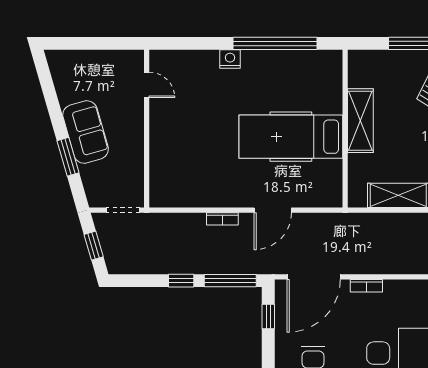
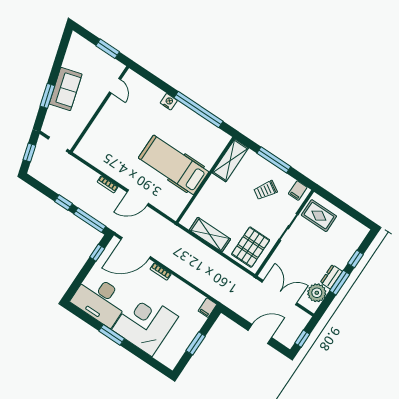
window: (105, 43) -> (108, 49), added
shelving: (360, 121) -> (230, 160), moved

